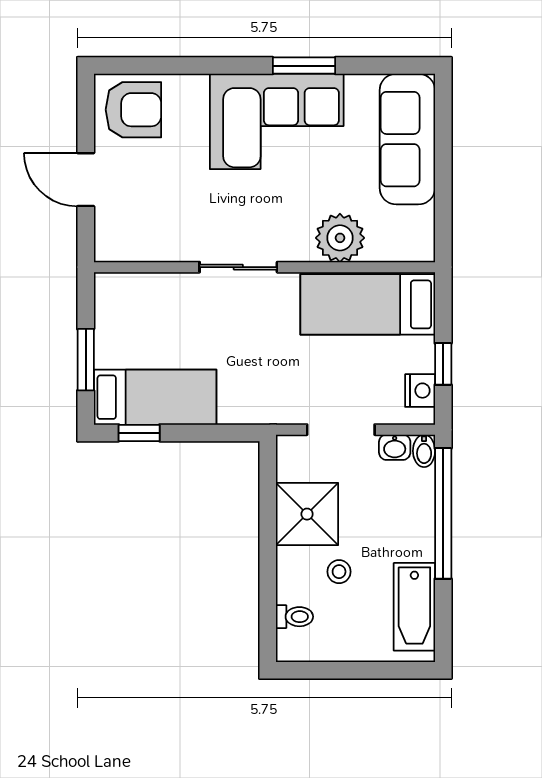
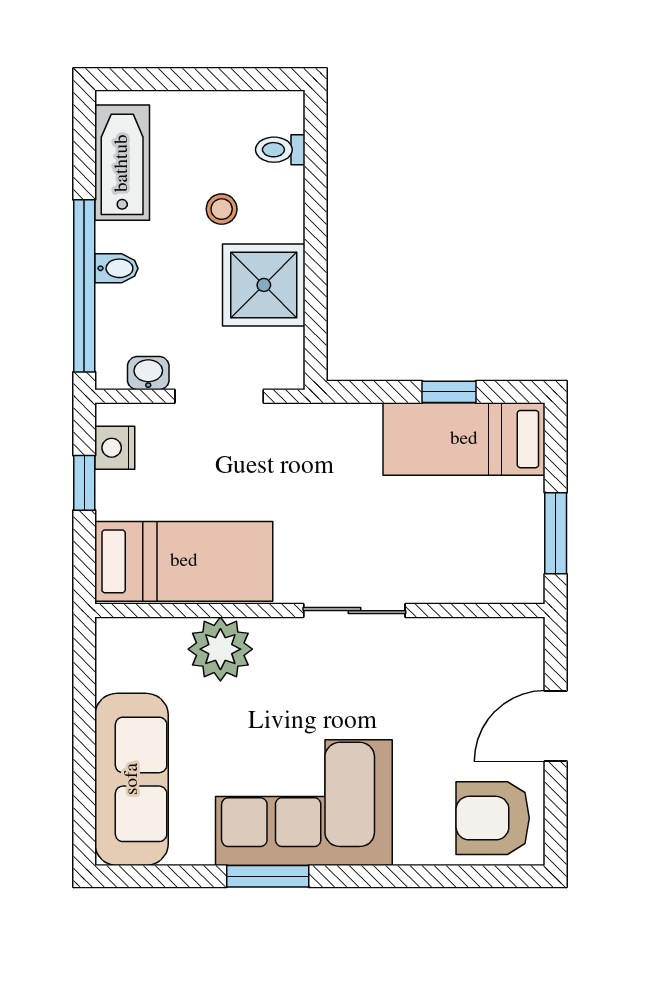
door: (86, 180) -> (556, 726), swing flipped
window: (86, 360) -> (556, 533), moved
window: (139, 433) -> (449, 392), moved
bidet: (424, 451) -> (116, 268), moved, turned 90

